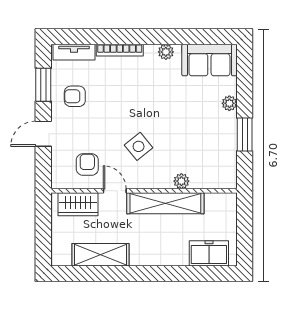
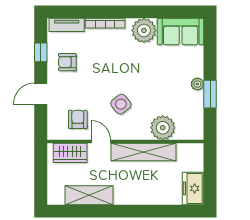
plant: (166, 52) -> (144, 30), width x1.88, depth x1.88
window: (43, 85) -> (41, 52), width x0.67
plant: (229, 103) -> (197, 84), moved
plant: (181, 181) -> (163, 128), width x1.88, depth x1.88
freezer: (209, 253) -> (193, 188), moved, turned -90

